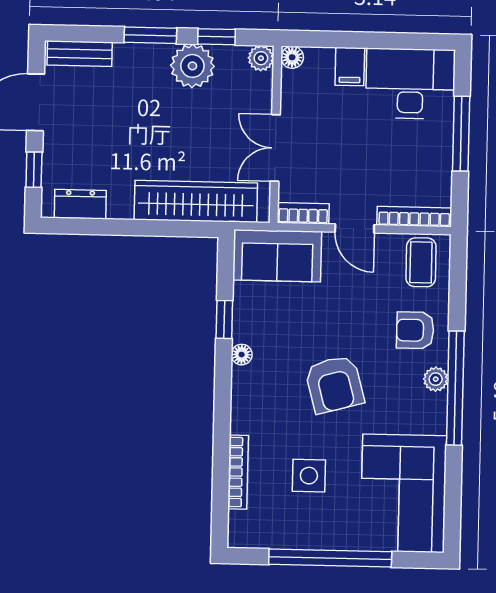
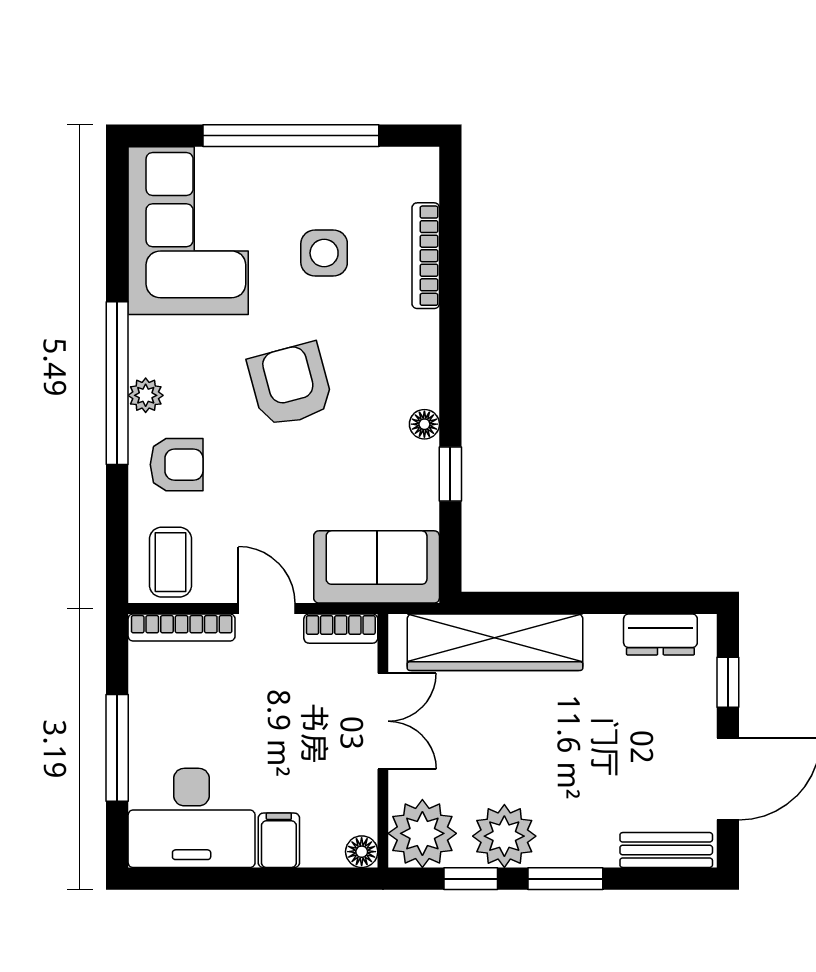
plant: (261, 58) -> (422, 833), width x1.88, depth x1.88

